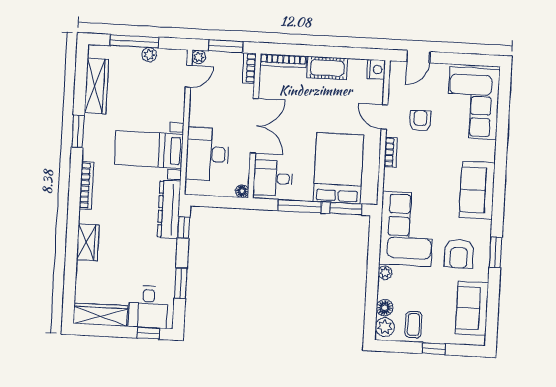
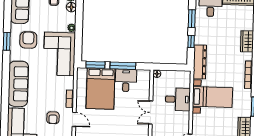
double door: (254, 126) -> (151, 112), width x0.73
desk: (207, 154) -> (178, 99), width x0.73
desk: (273, 178) -> (126, 80), moved, turned -90
sofa: (477, 190) -> (18, 84), width x1.36
window: (184, 227) -> (191, 42), moved

